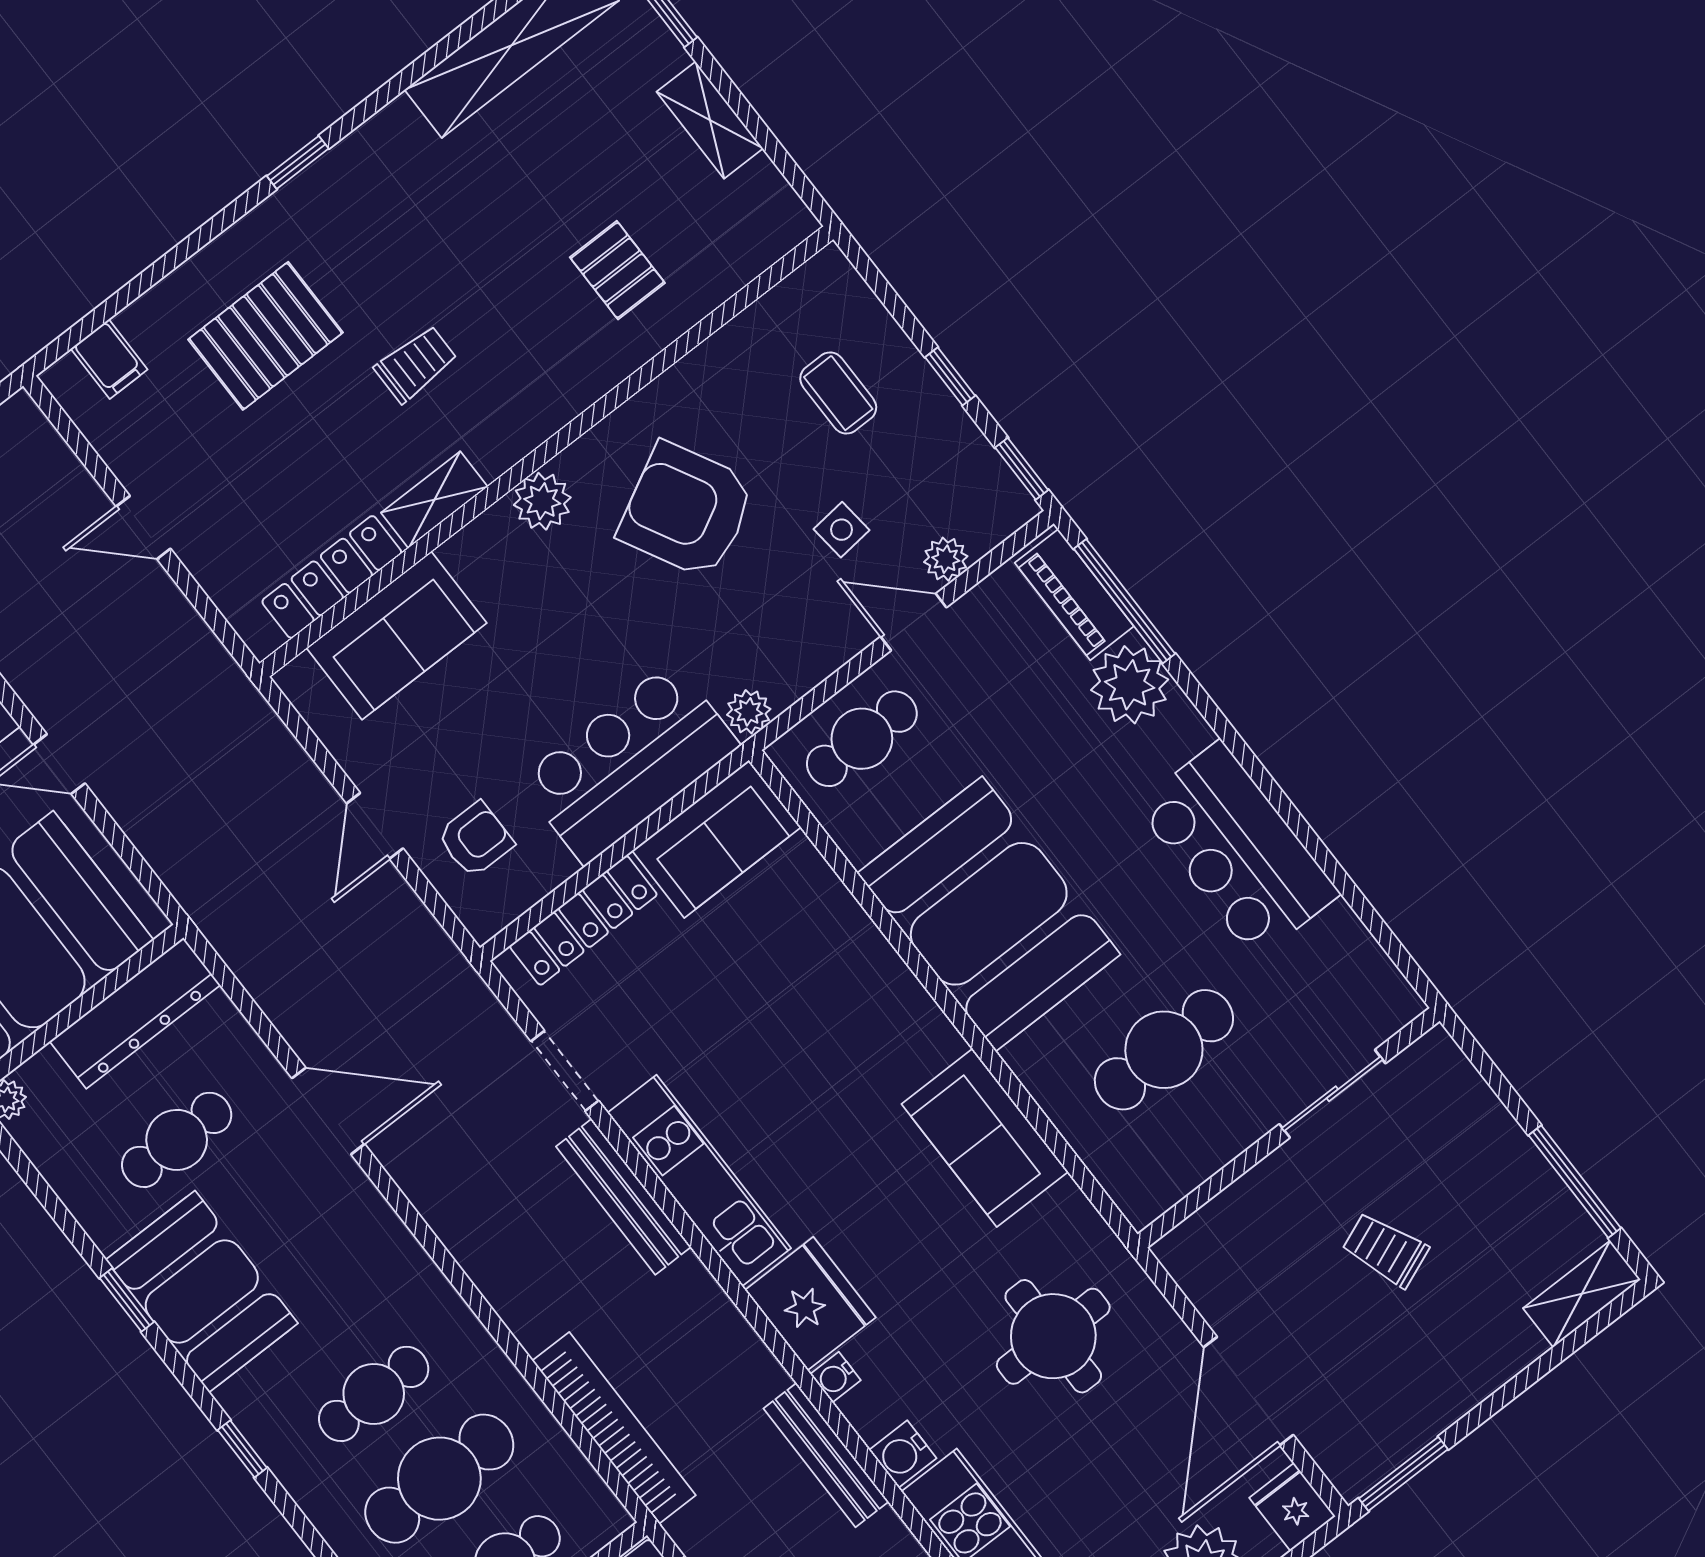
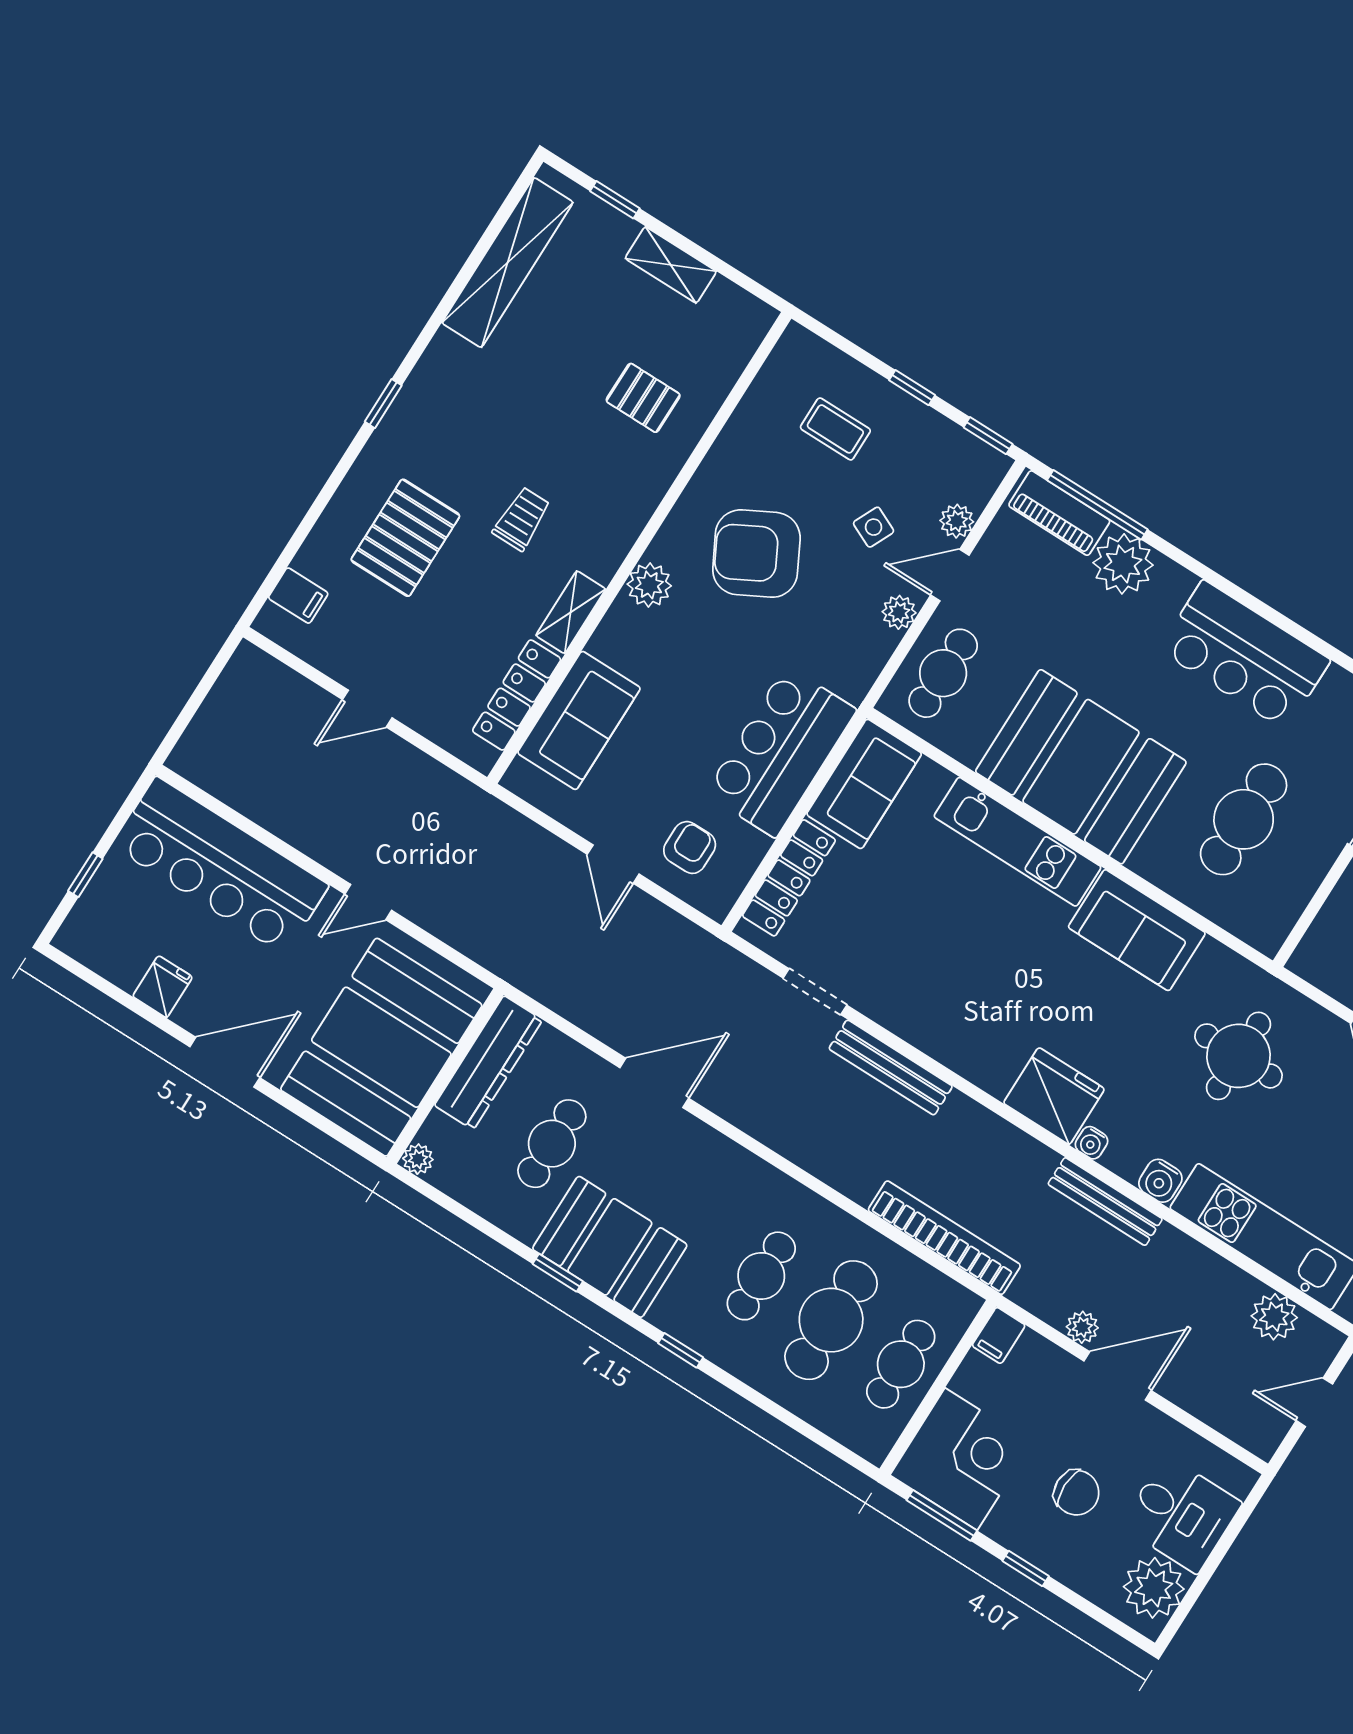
side table: (842, 530) -> (874, 527), turned 31
plant: (749, 712) -> (899, 612), moved
kitchen unit: (699, 1181) -> (1017, 842), moved, turned 180

